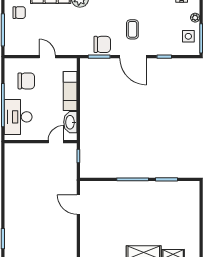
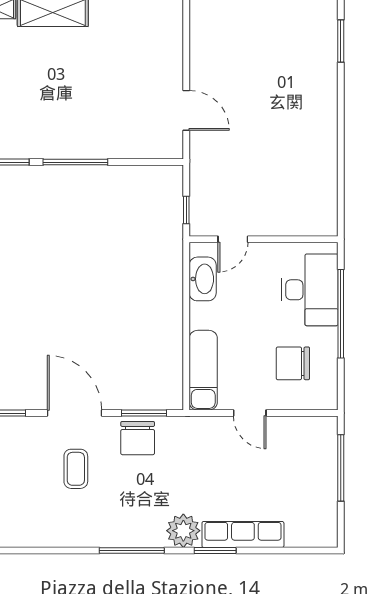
chair: (19, 13) -> (307, 503), removed
chair: (102, 44) -> (138, 438), turned -90
exam couch: (70, 91) -> (203, 370), moved

